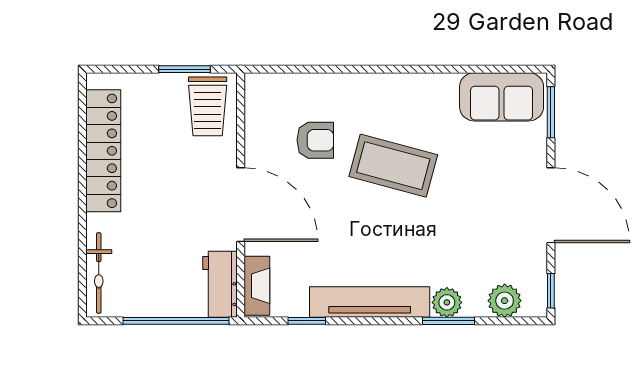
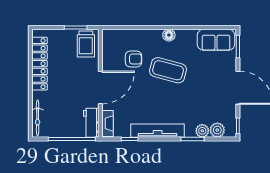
floor lamp: (395, 86) -> (169, 35), added
door: (241, 205) -> (100, 87), hinge flipped
plant: (447, 302) -> (202, 131), moved

